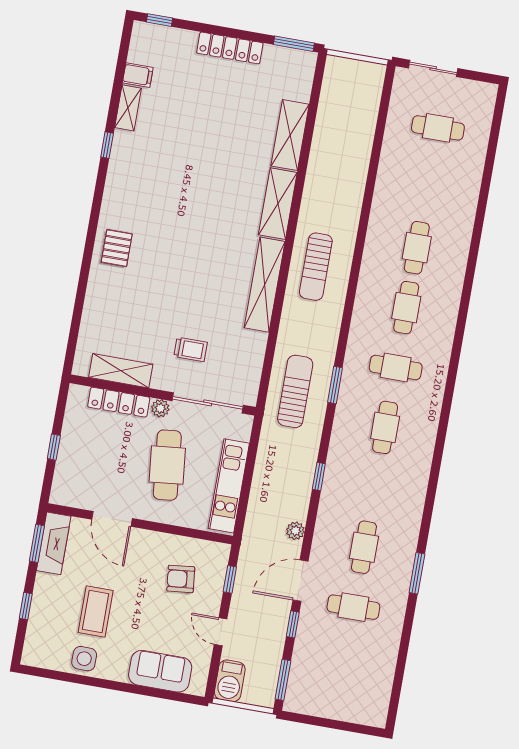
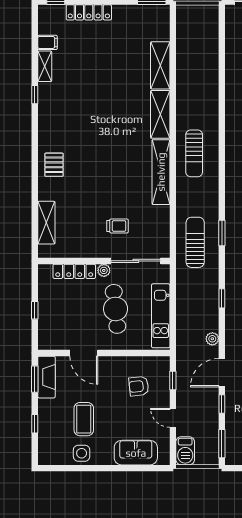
locker: (230, 48) -> (89, 12), moved
shelving: (121, 371) -> (46, 223), moved, turned 90

